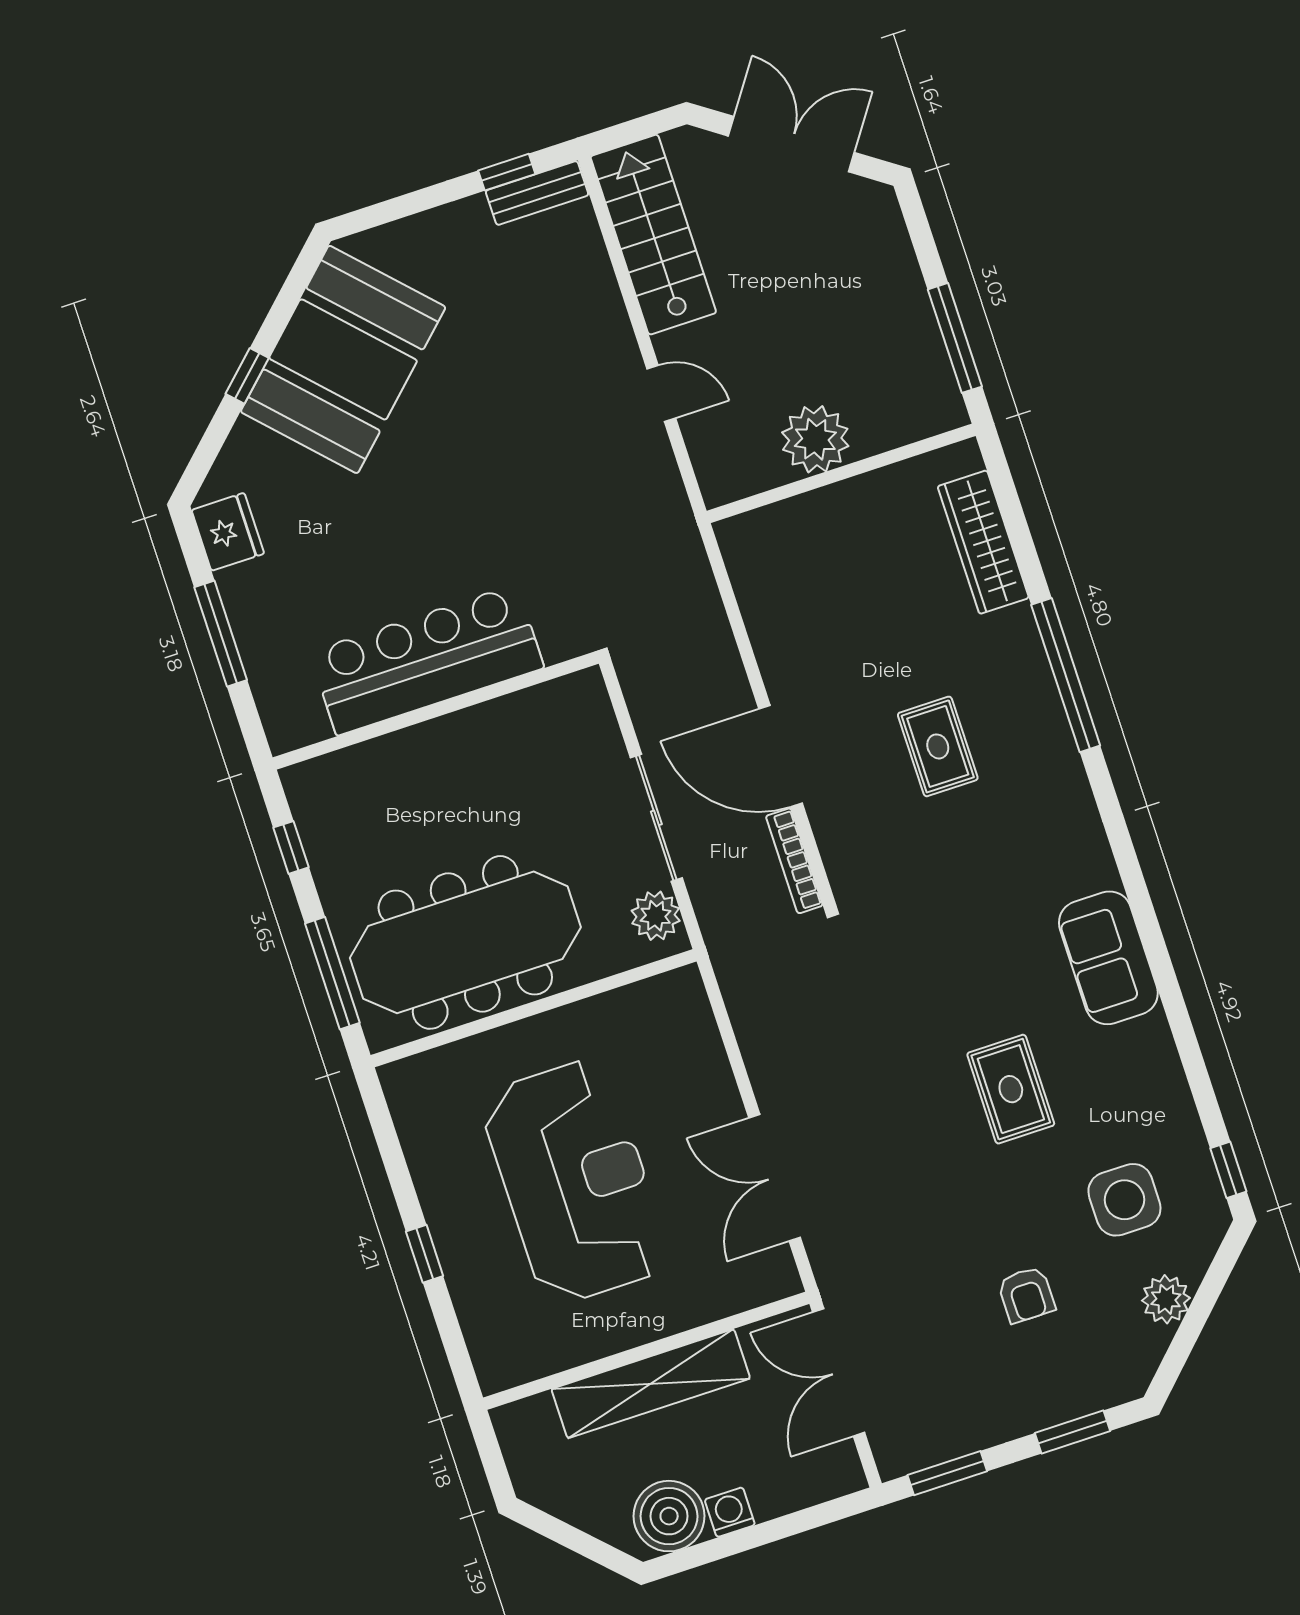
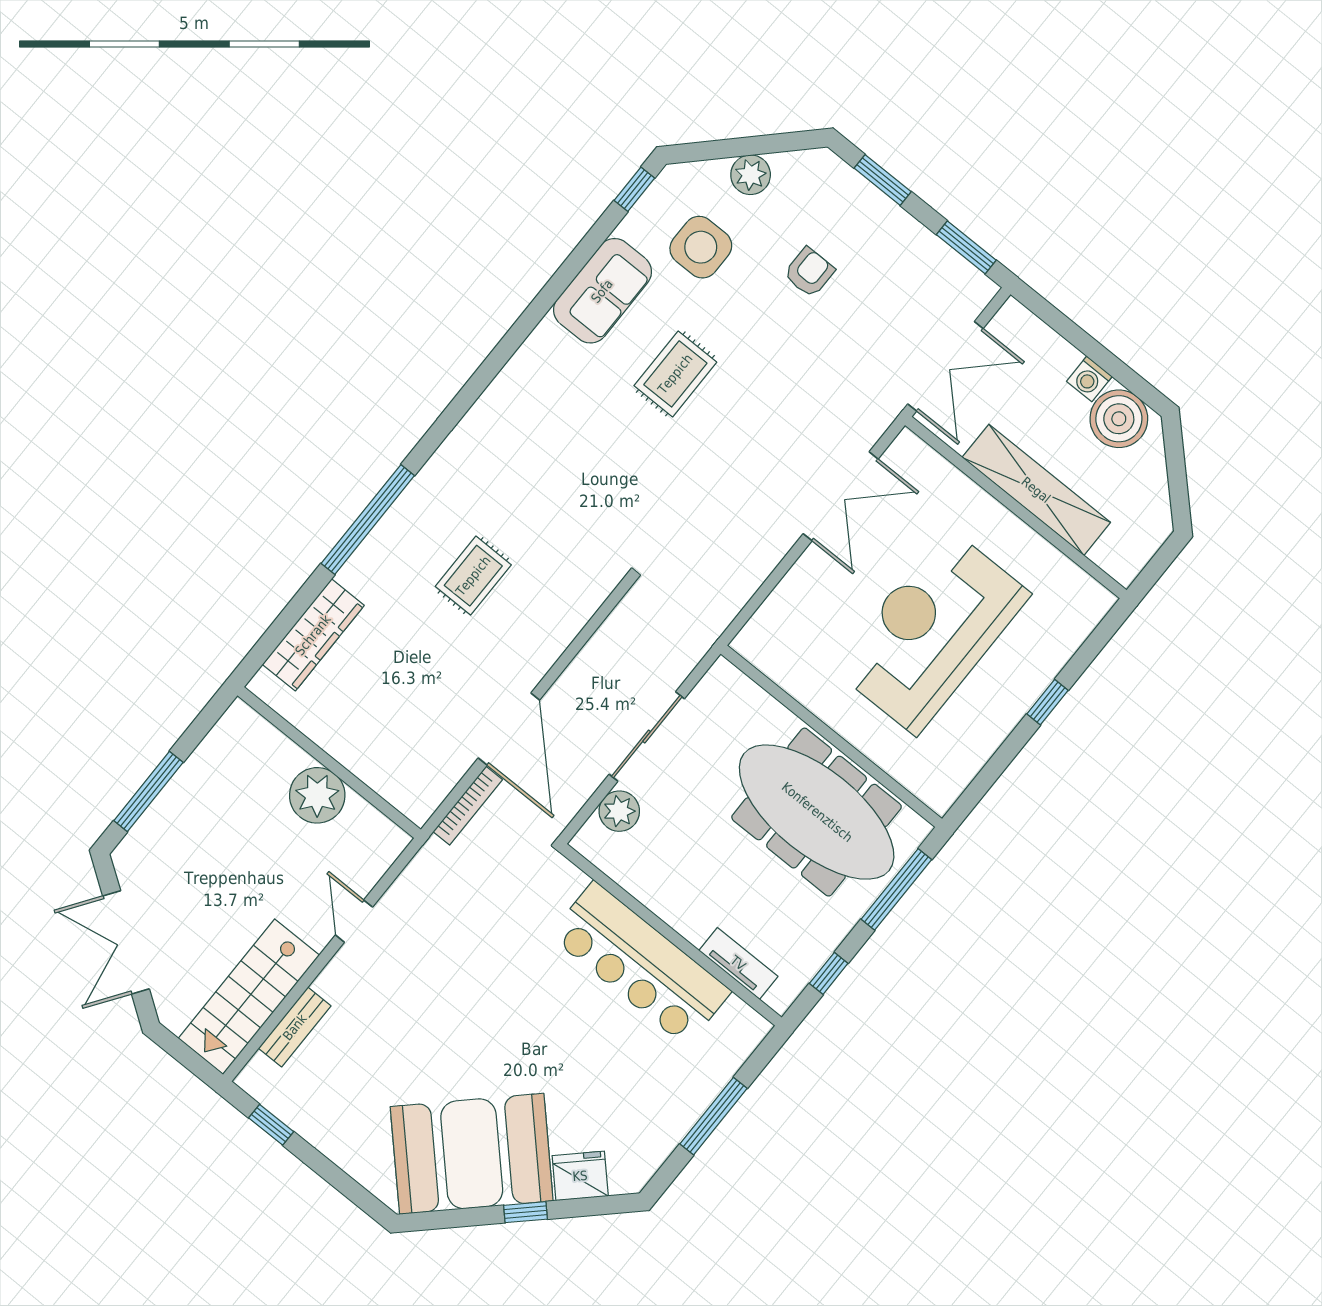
bench: (537, 193) -> (295, 1027), moved, turned 90
window: (955, 338) -> (148, 791), moved
fridge: (228, 532) -> (580, 1176), moved, turned 46
door: (781, 756) -> (509, 729), moved
tv unit: (361, 761) -> (738, 963), added
bookcase: (794, 861) -> (468, 806), moved
plant: (656, 916) -> (619, 811), moved
sofa: (1108, 958) -> (602, 291), moved

